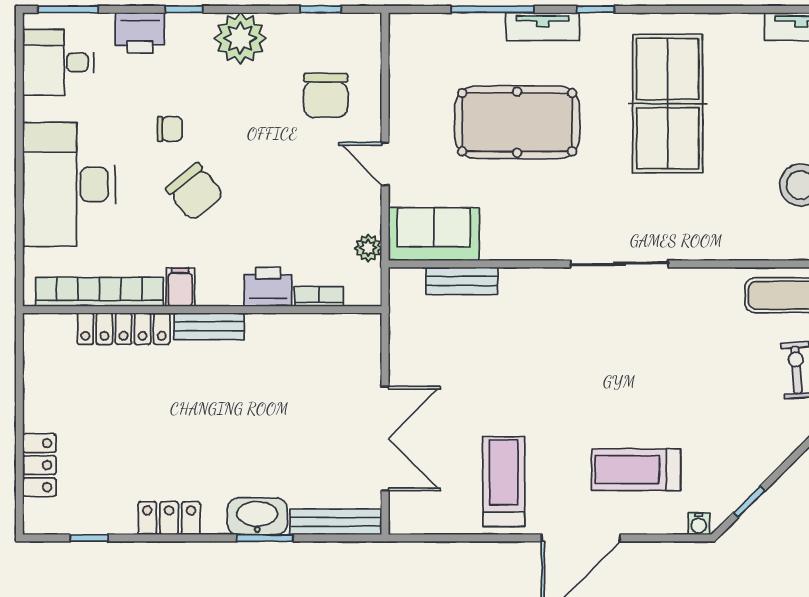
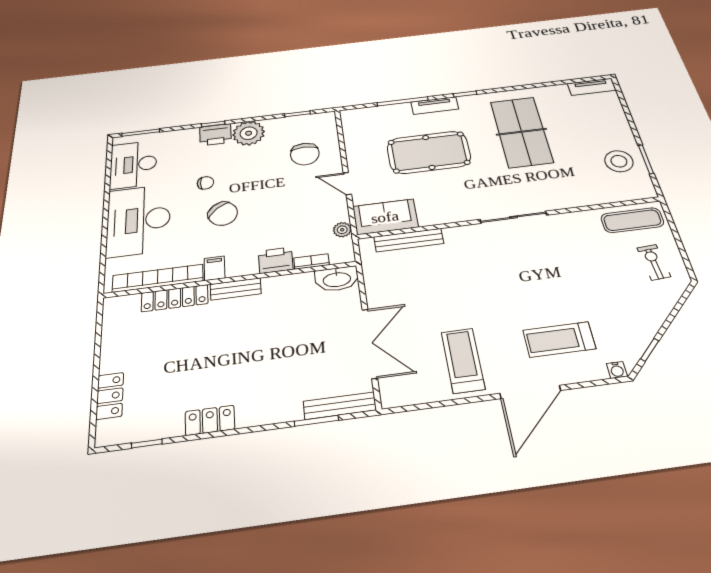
printer: (140, 33) -> (215, 135), moved
desk: (58, 62) -> (133, 165), width x1.37
bench: (462, 281) -> (409, 240), width x1.36
washbasin: (257, 516) -> (337, 279), moved, turned 180
window: (265, 538) -> (316, 421), moved

